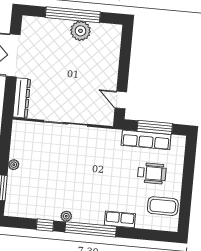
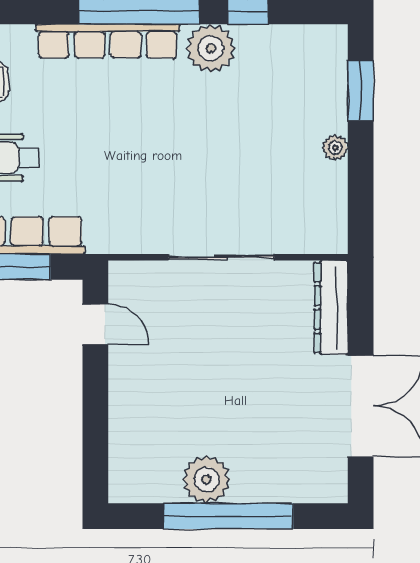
plant: (66, 216) -> (211, 48), width x1.87, depth x1.87
row of seats: (120, 219) -> (108, 41), width x2.02

